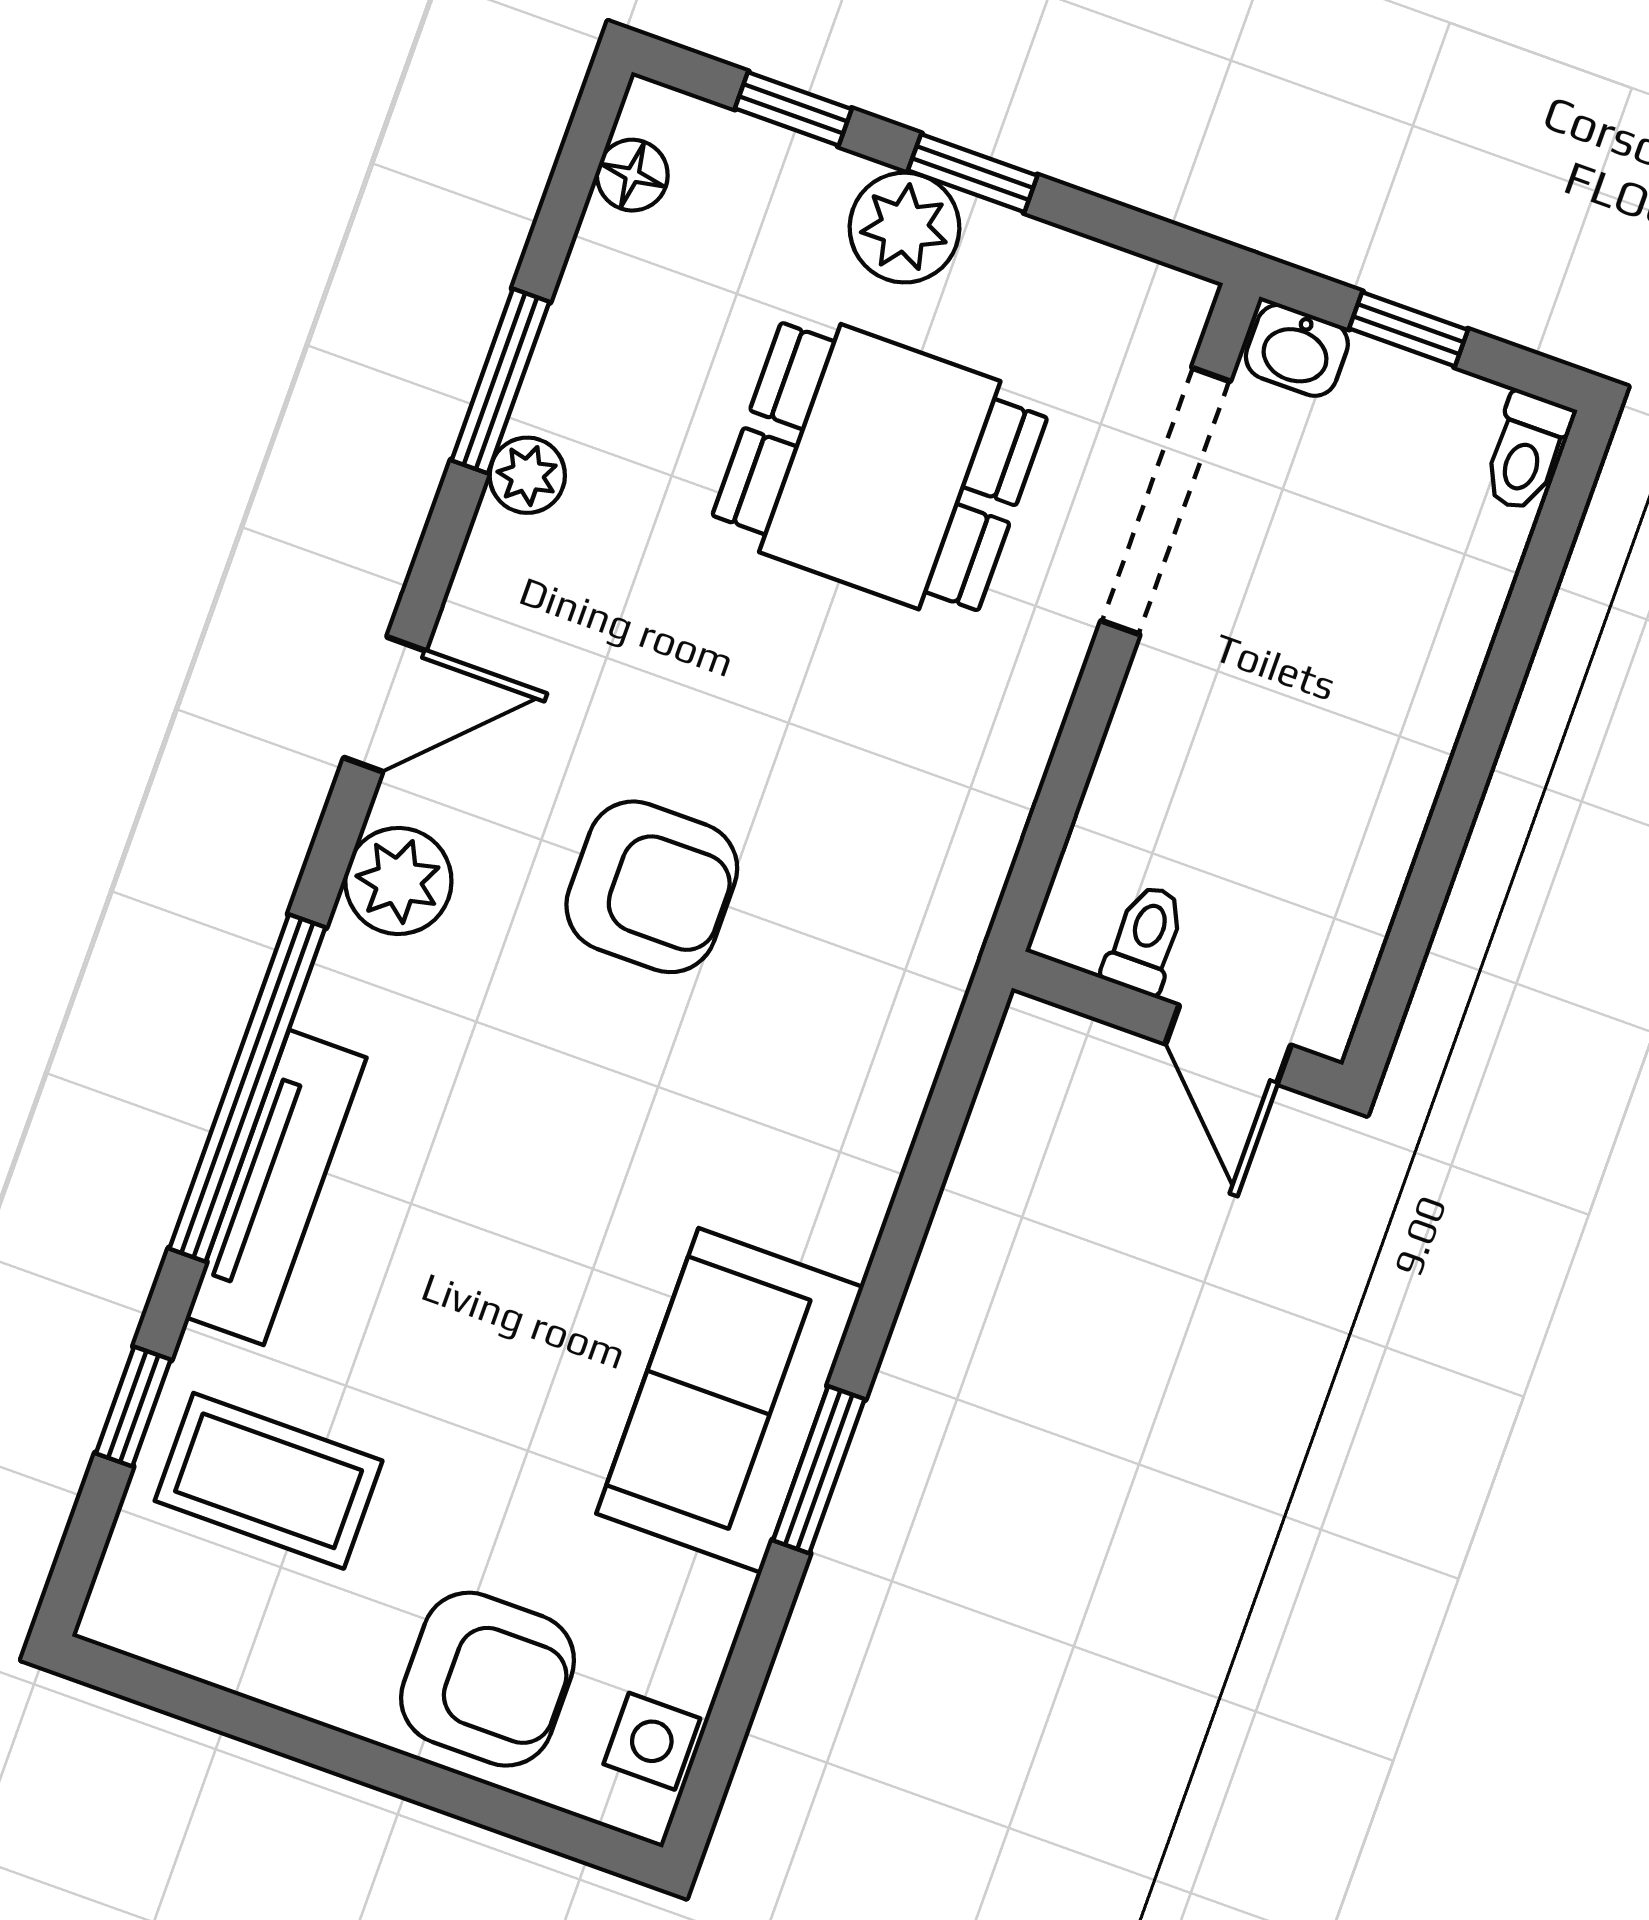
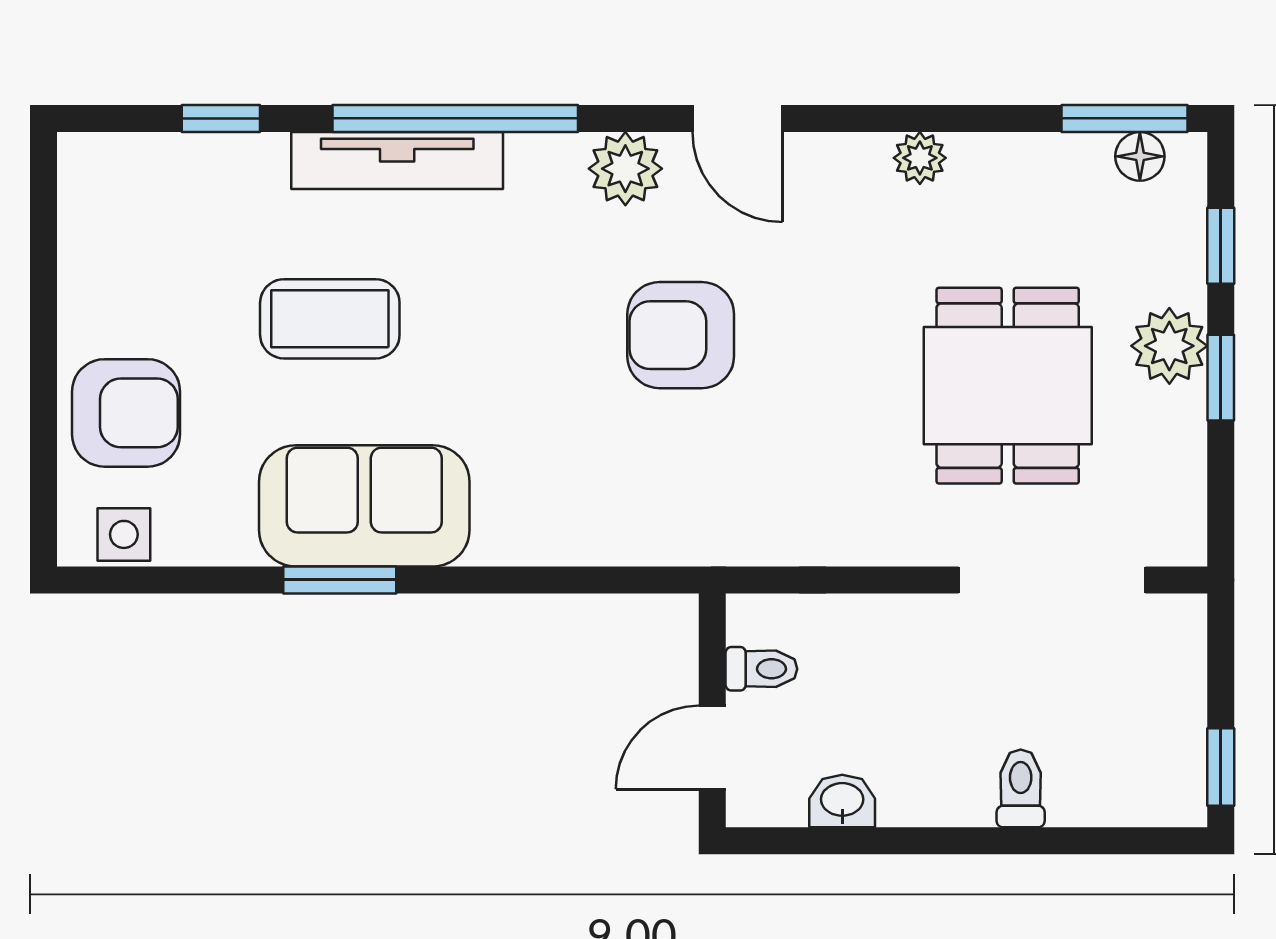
window: (1409, 329) -> (1221, 767), moved
washbasin: (1297, 350) -> (842, 801), moved, turned 90
window: (500, 381) -> (1124, 118), moved
toilet: (1526, 452) -> (1021, 788), moved, turned 90
armchair: (652, 887) -> (681, 335), turned 90
coffee table: (269, 1481) -> (330, 319), moved, turned 90
armchair: (488, 1679) -> (126, 413), turned -90

